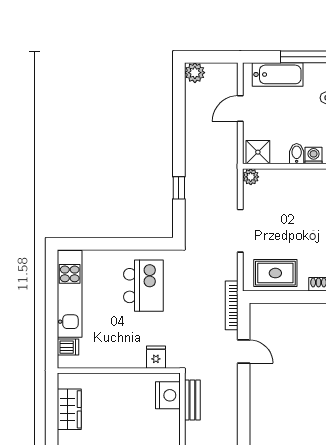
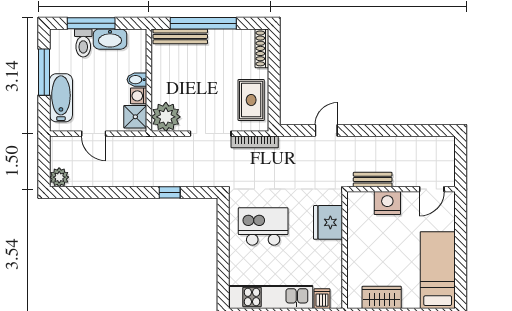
washing machine: (314, 156) -> (139, 96), moved
plant: (251, 177) -> (166, 117), width x1.87, depth x1.87
bookcase: (232, 305) -> (255, 142), moved
fridge: (156, 357) -> (328, 222), width x1.88, depth x1.34
nightstand: (168, 395) -> (387, 203), moved

